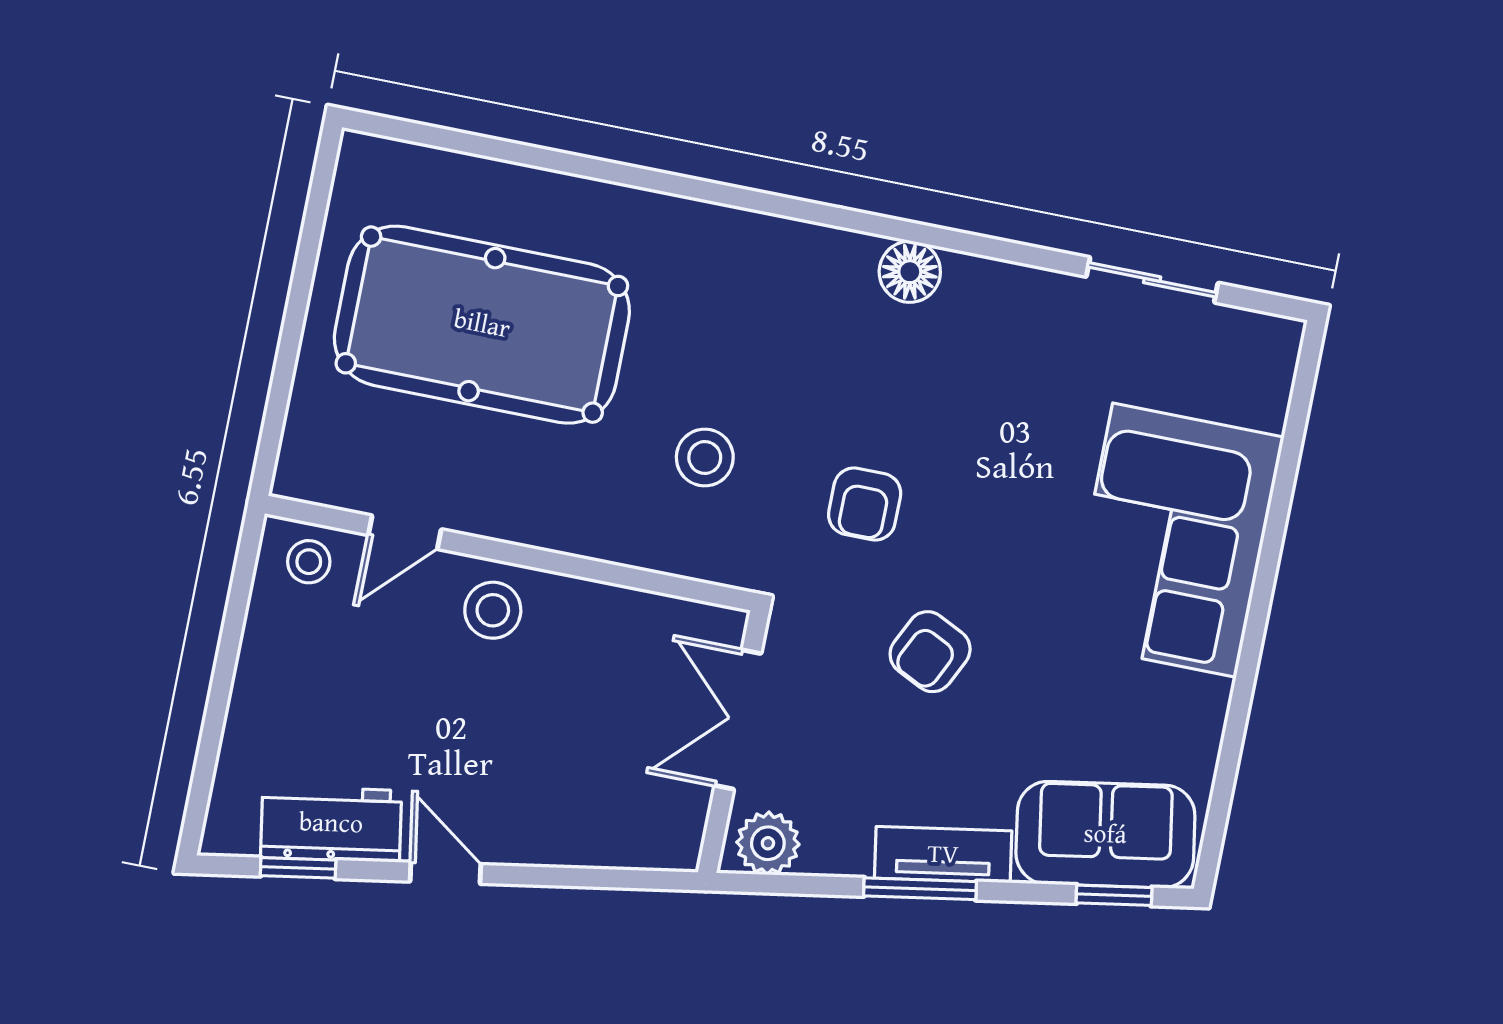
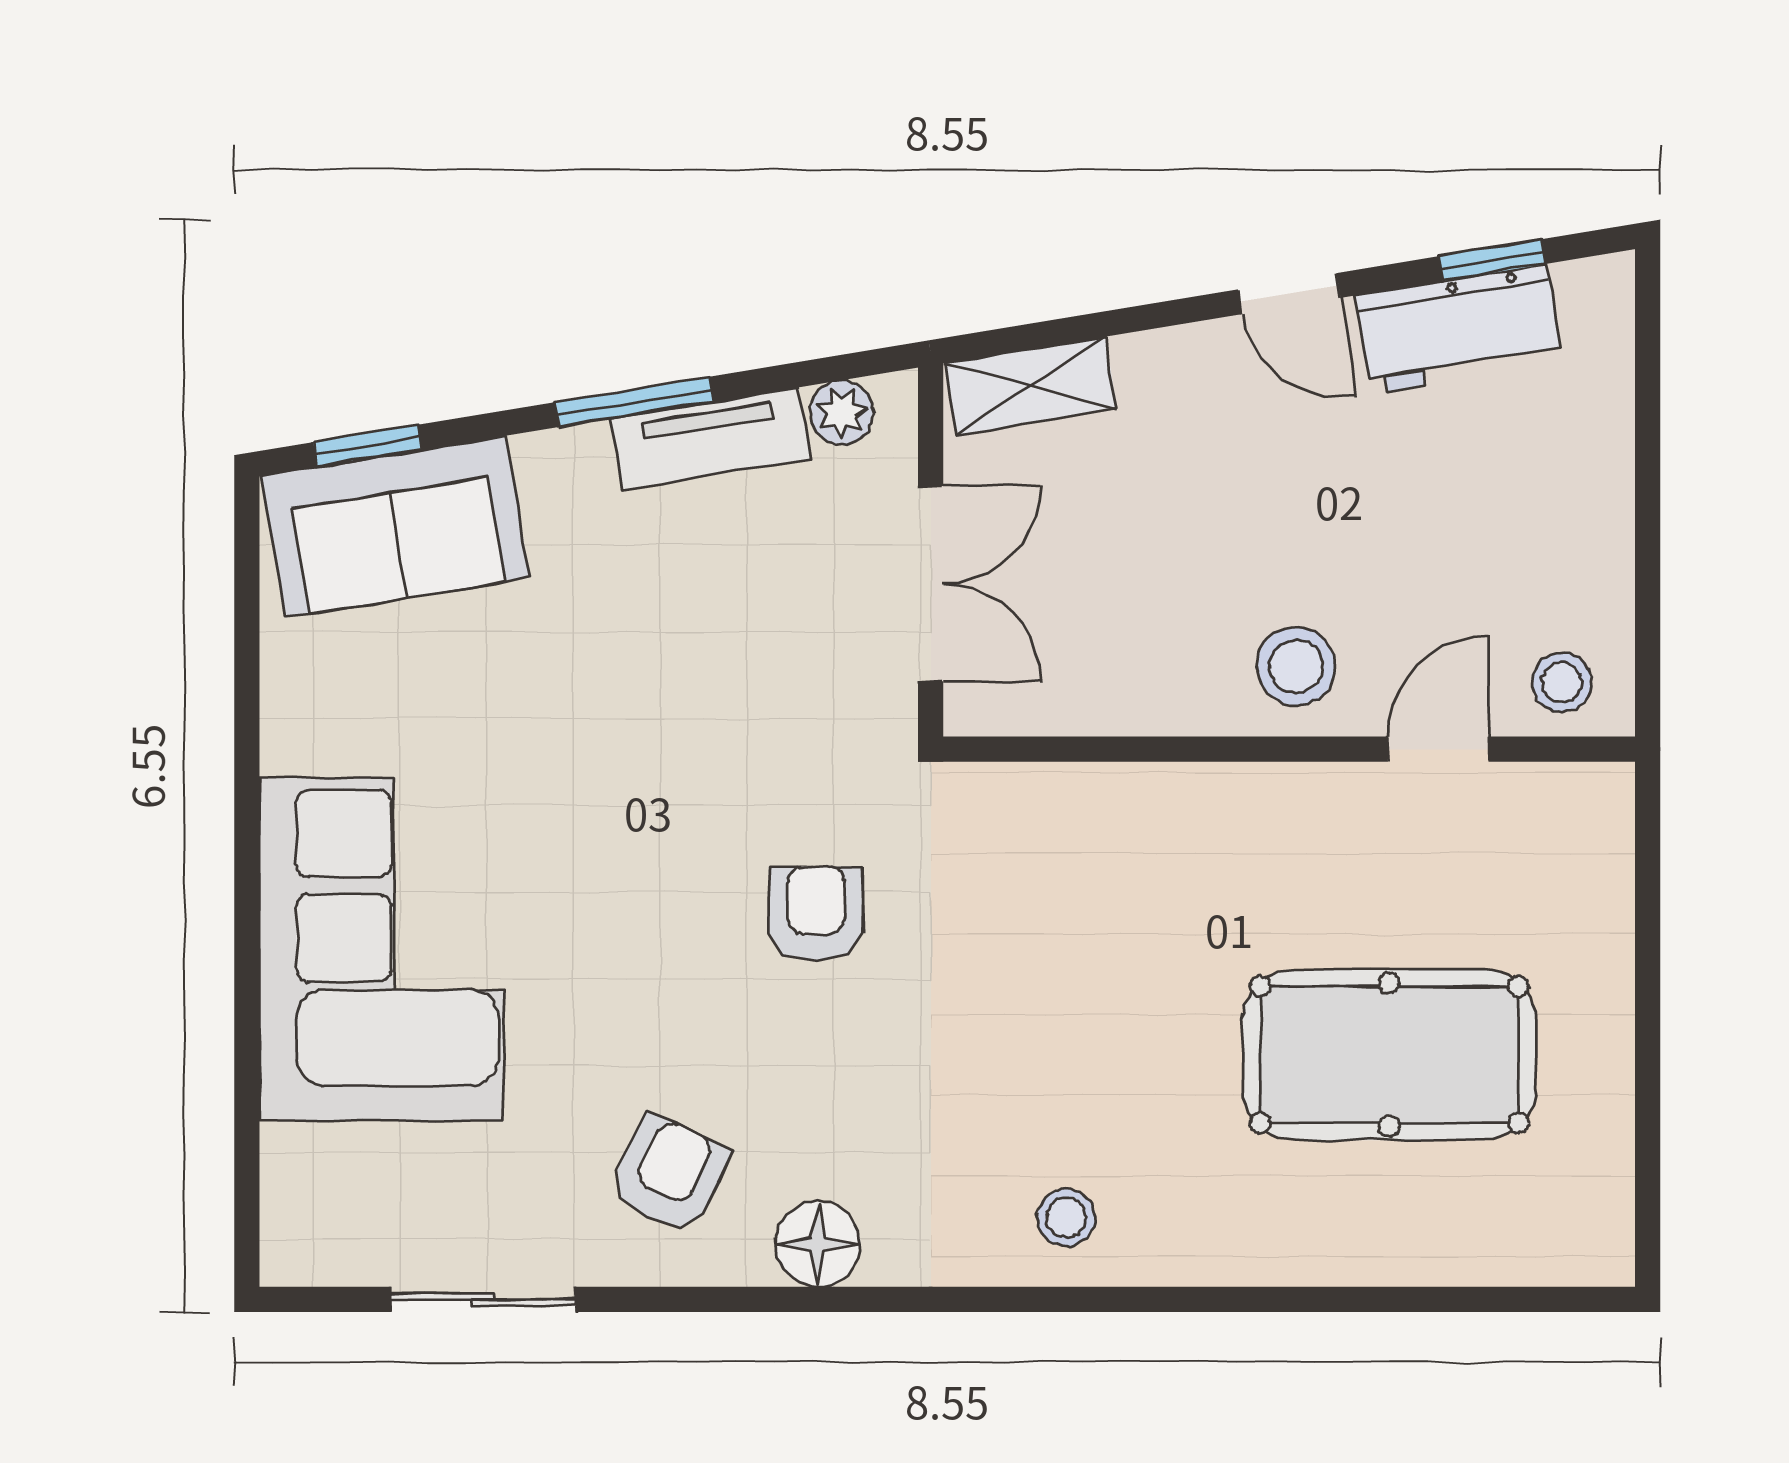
pool table: (482, 325) -> (1389, 1055), width x0.73, depth x0.76
stool: (705, 458) -> (1066, 1218), moved, width x0.73, depth x0.73
armchair: (930, 652) -> (669, 1174), moved
plant: (768, 843) -> (842, 413), width x0.73, depth x0.73
shelving: (640, 844) -> (1031, 386), added
tv unit: (943, 855) -> (711, 439), moved

